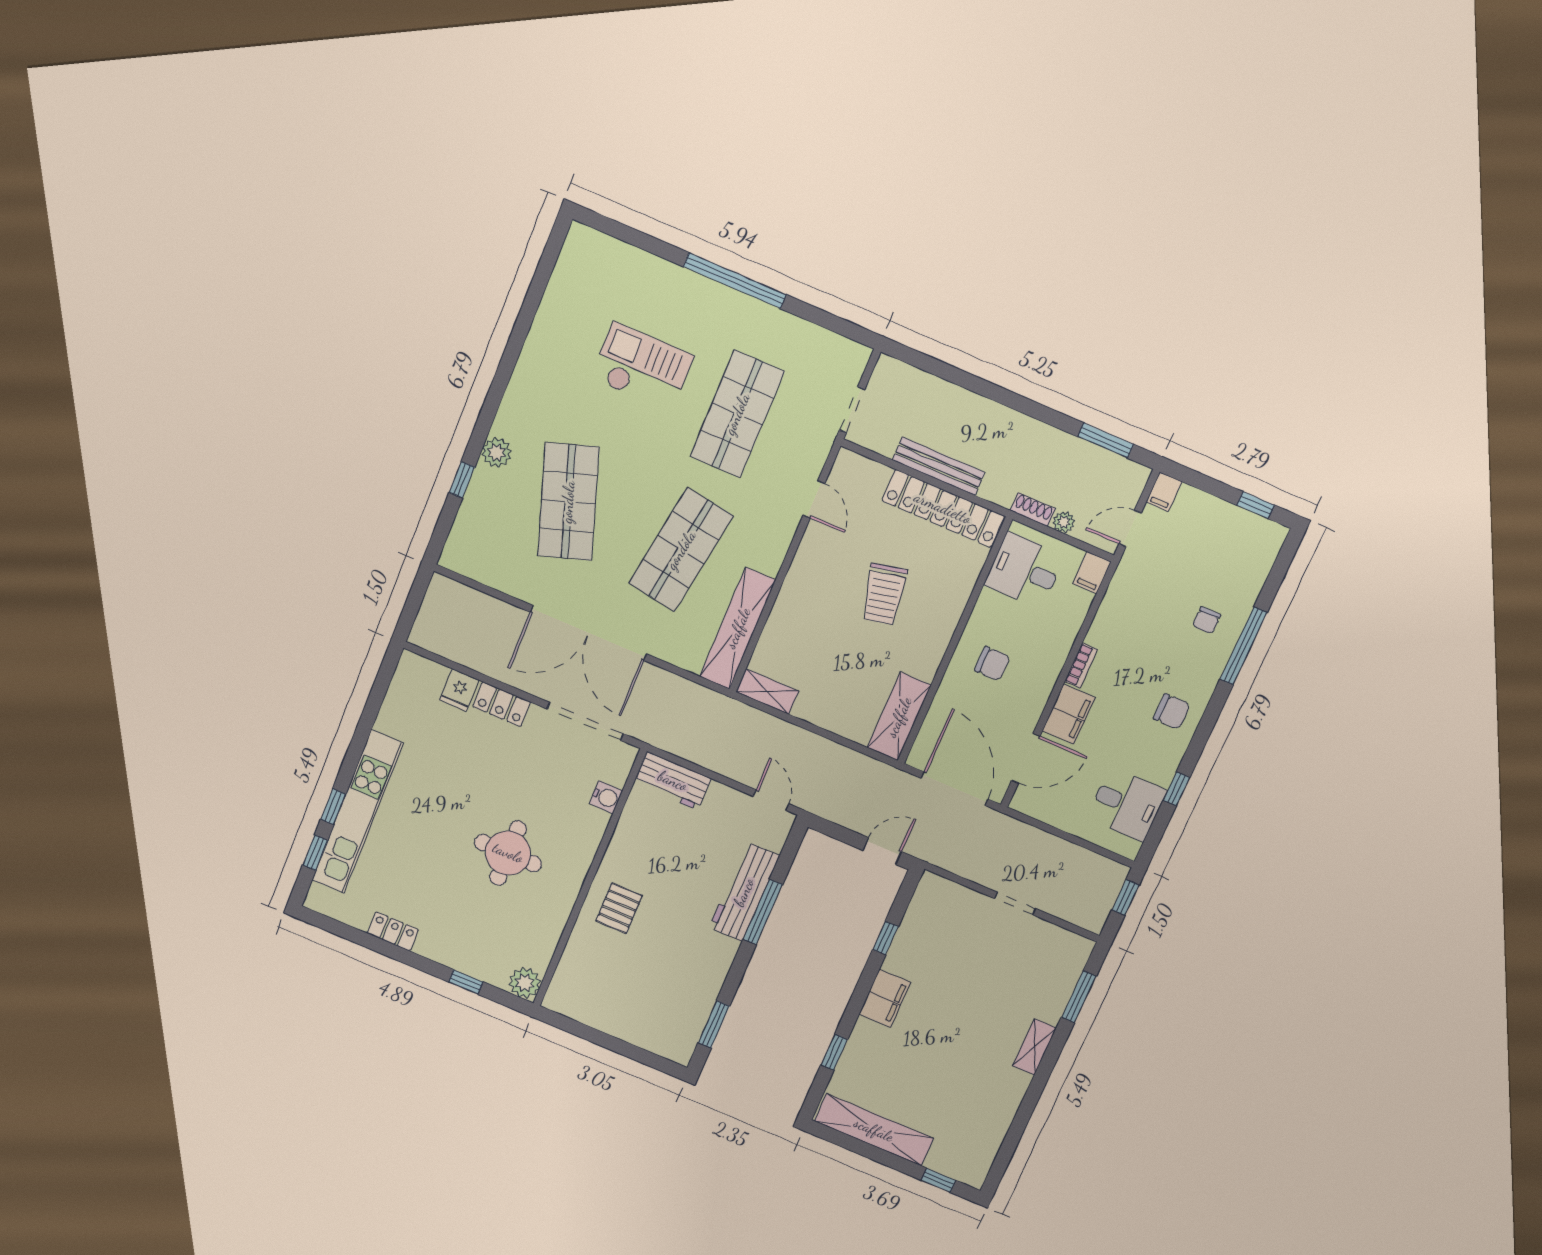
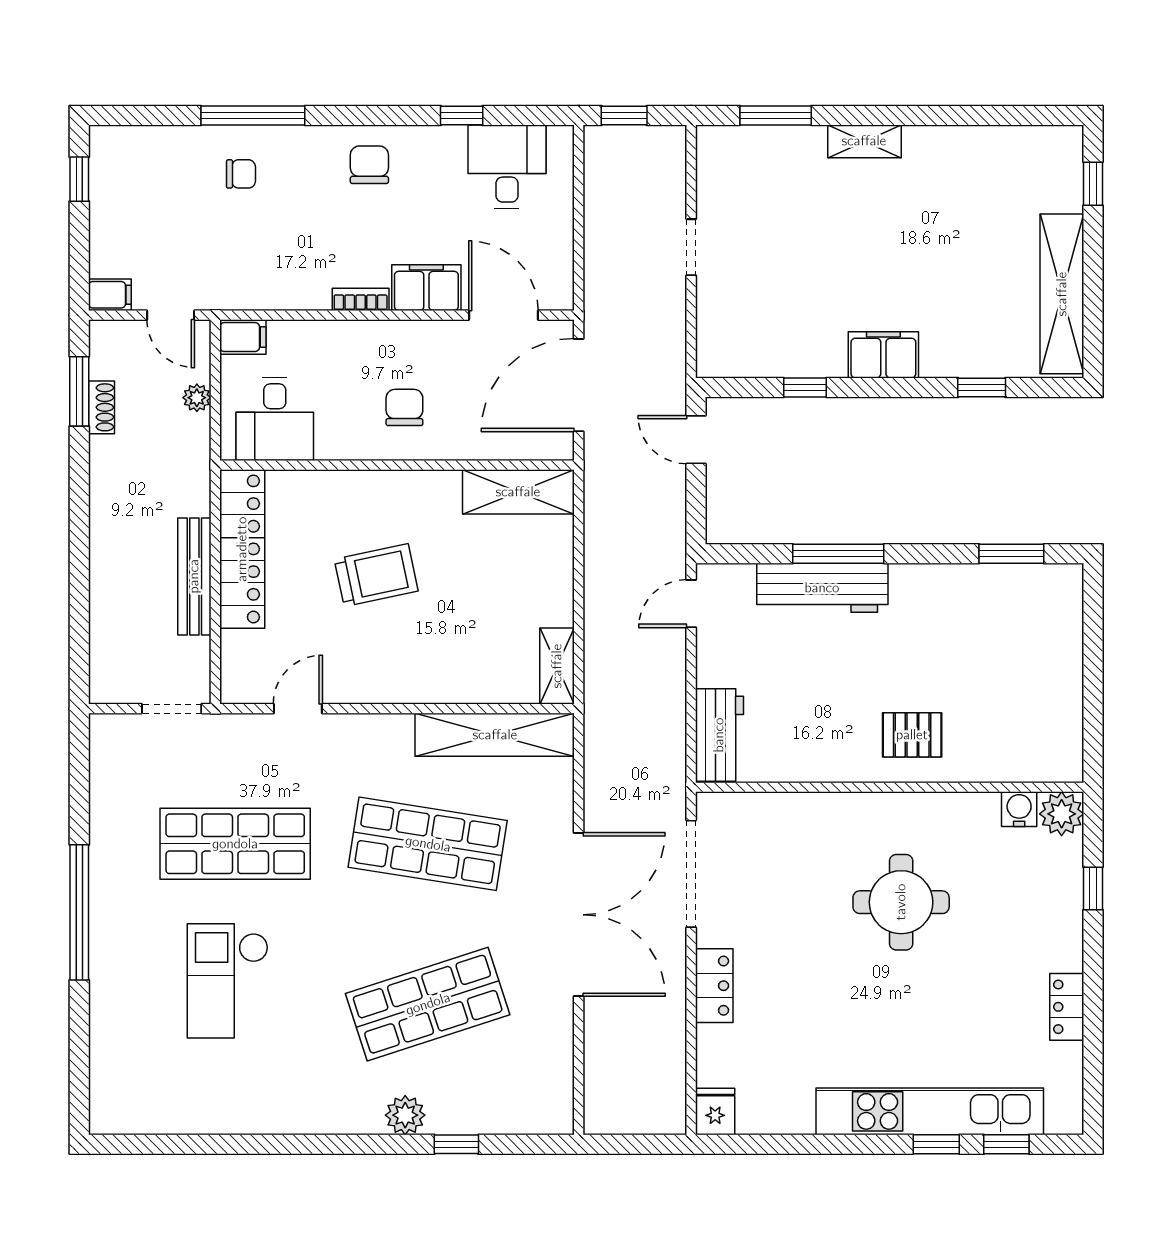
shoe rack: (1033, 510) -> (102, 407), moved, turned 180
fridge: (459, 690) -> (715, 1112), moved, turned -90
water cooler: (606, 797) -> (1019, 809), moved

